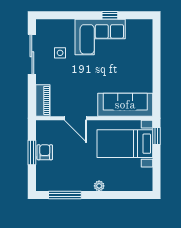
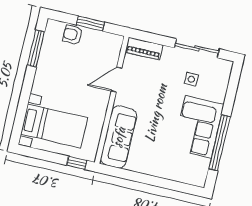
window: (110, 15) -> (220, 143), width x3.17
bed with nightstands: (125, 144) -> (54, 126), moved, turned 90
armchair: (45, 152) -> (73, 35), moved, turned 180
plant: (99, 186) -> (37, 88), removed

